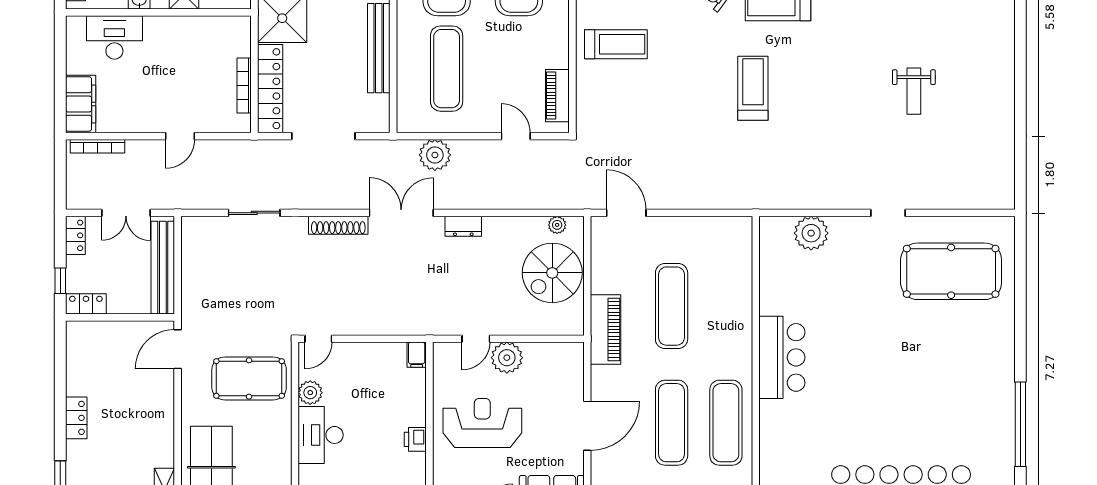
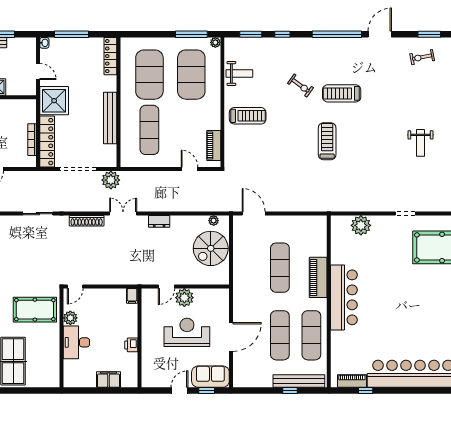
plant: (435, 155) -> (111, 180), moved
double door: (401, 213) -> (123, 214), width x0.73
piano: (606, 330) -> (318, 277), moved, turned 180
bar counter: (782, 357) -> (344, 297), width x1.36
reception desk: (482, 423) -> (187, 332), moved

